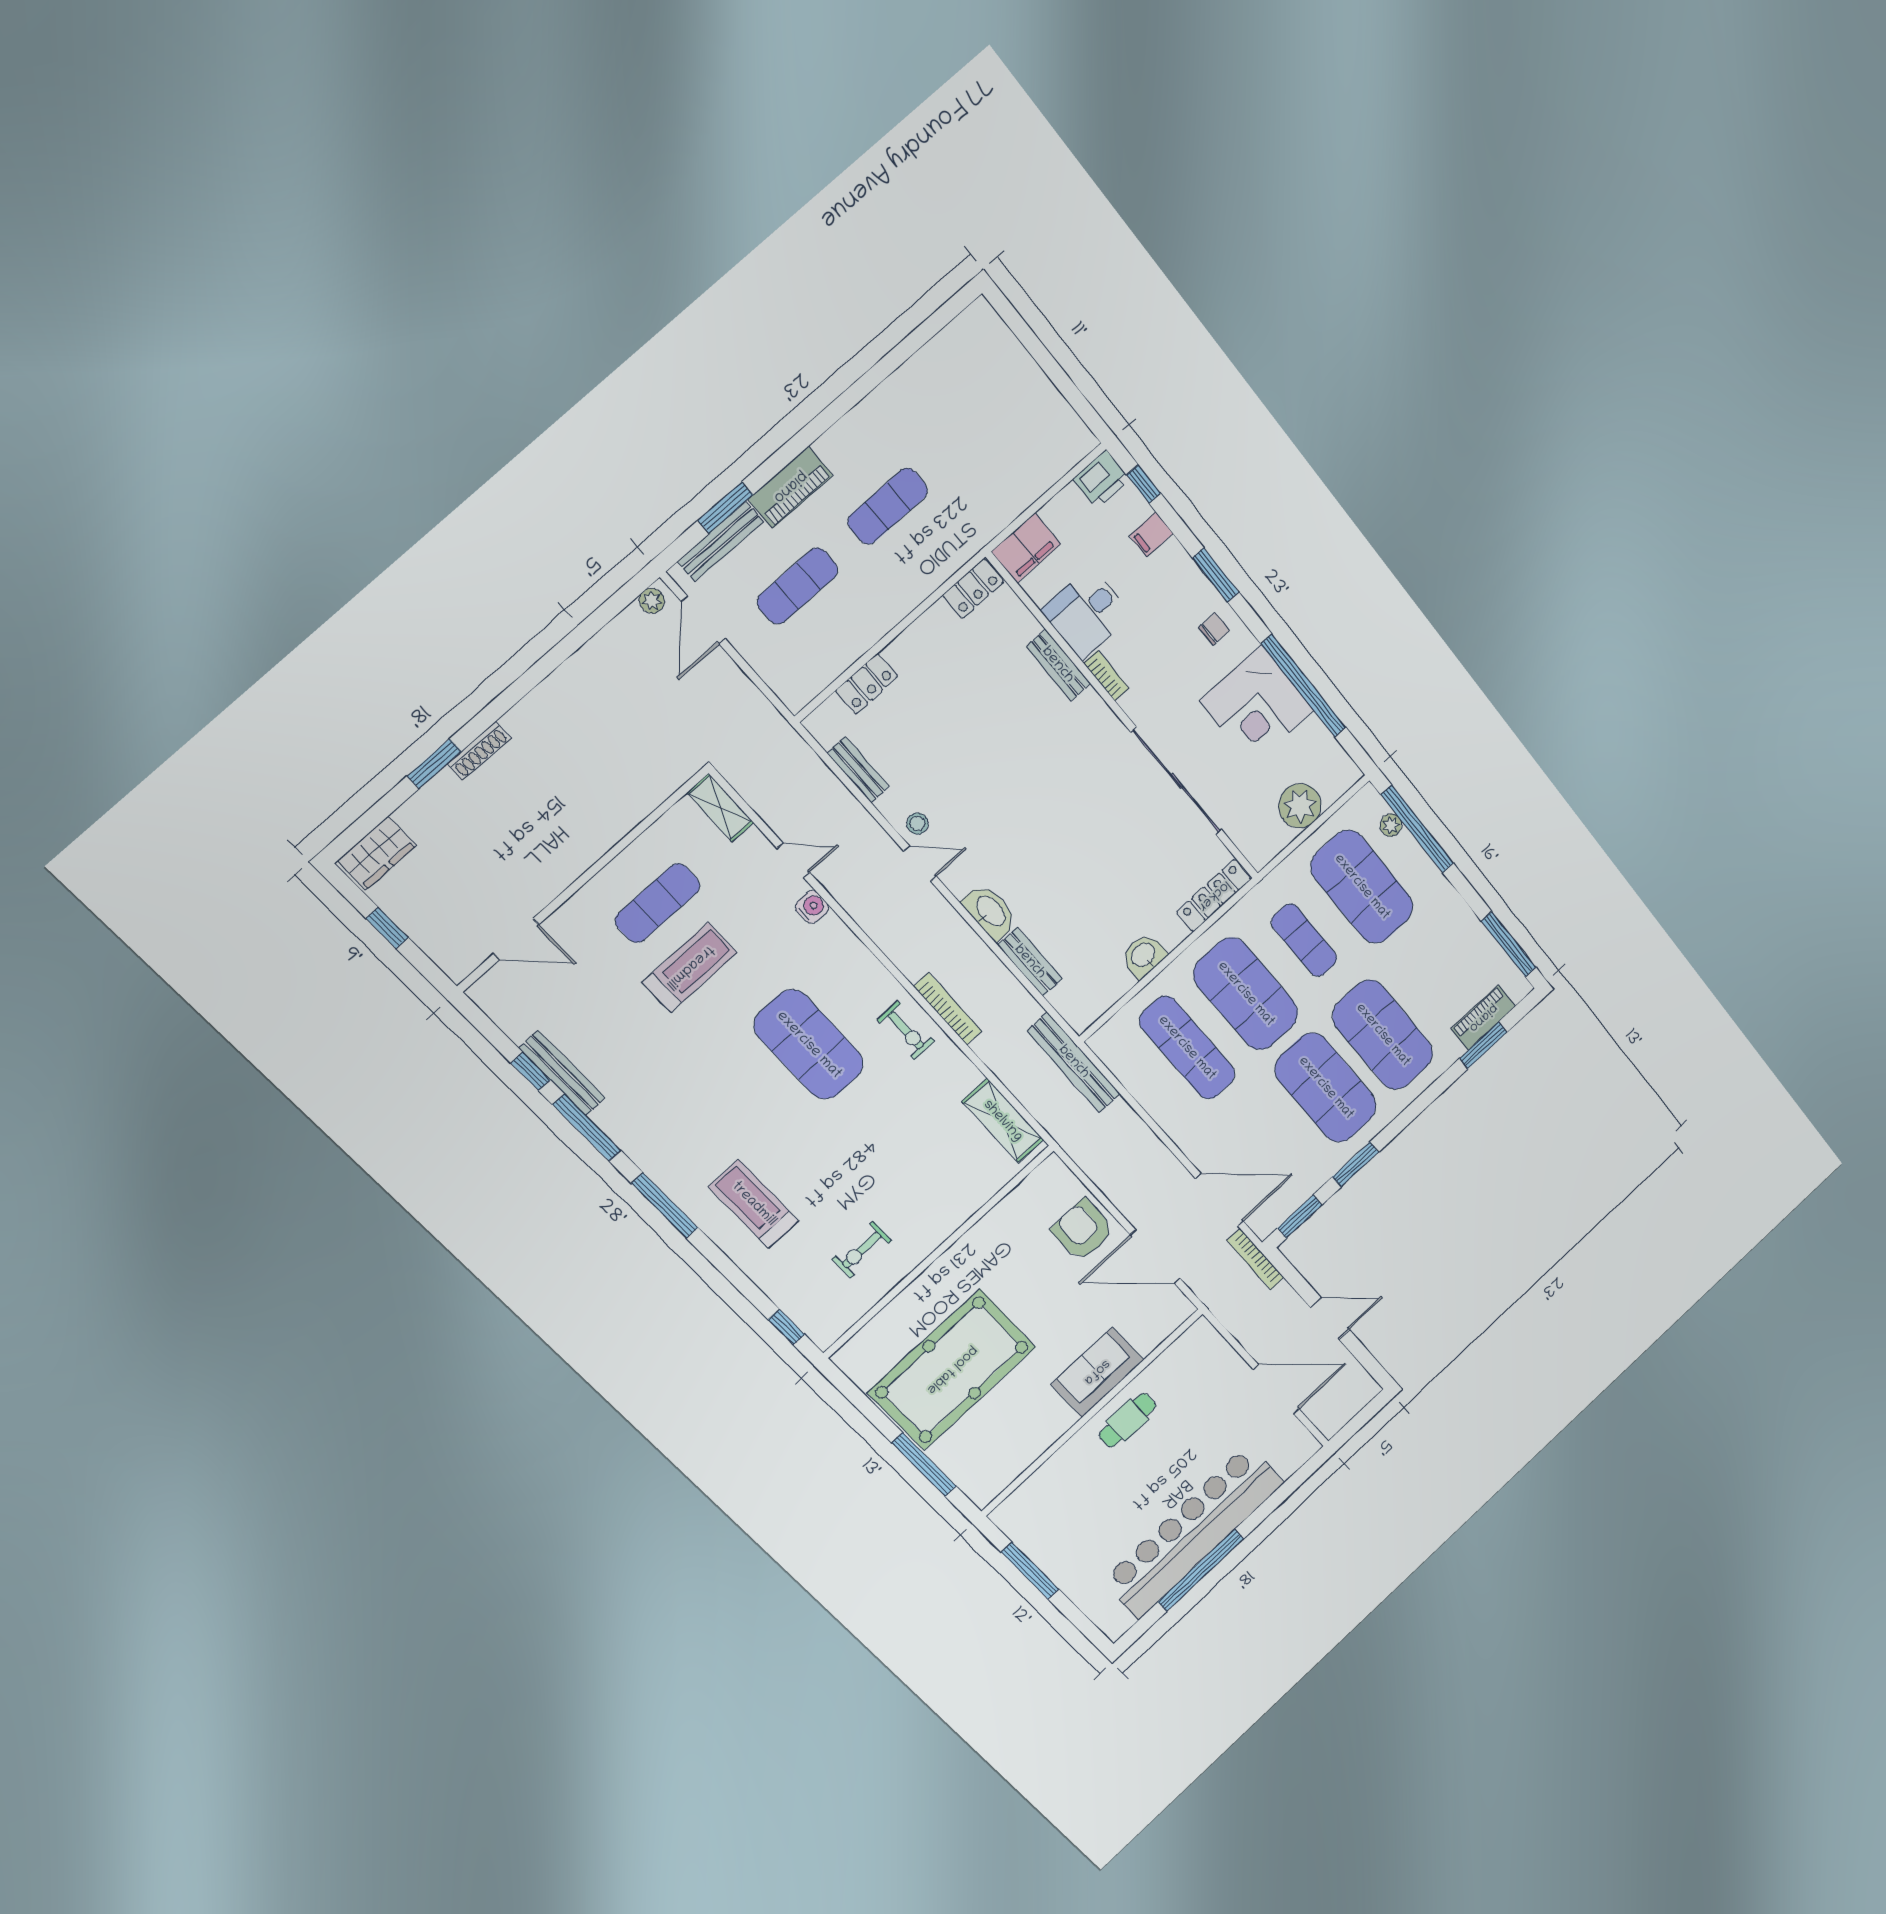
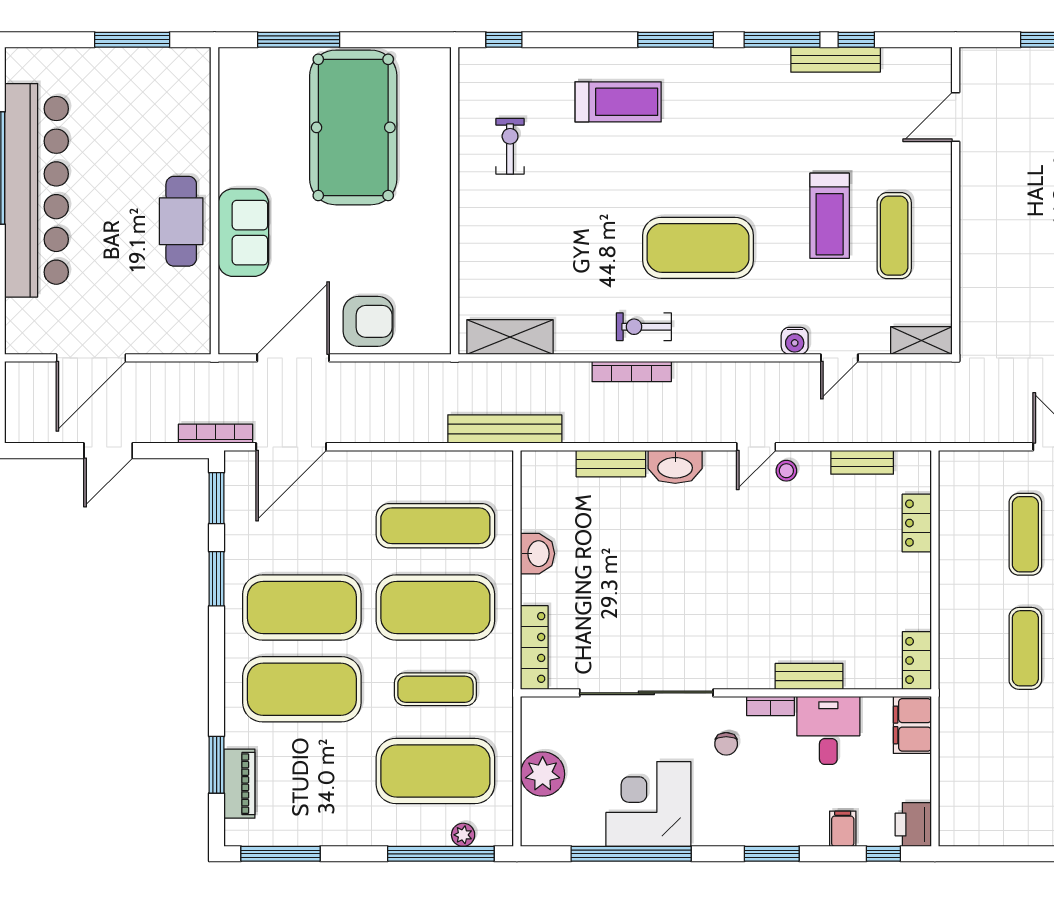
chair: (1214, 629) -> (726, 744), moved
cafe table: (1127, 1420) -> (181, 221), width x1.37, depth x1.35

